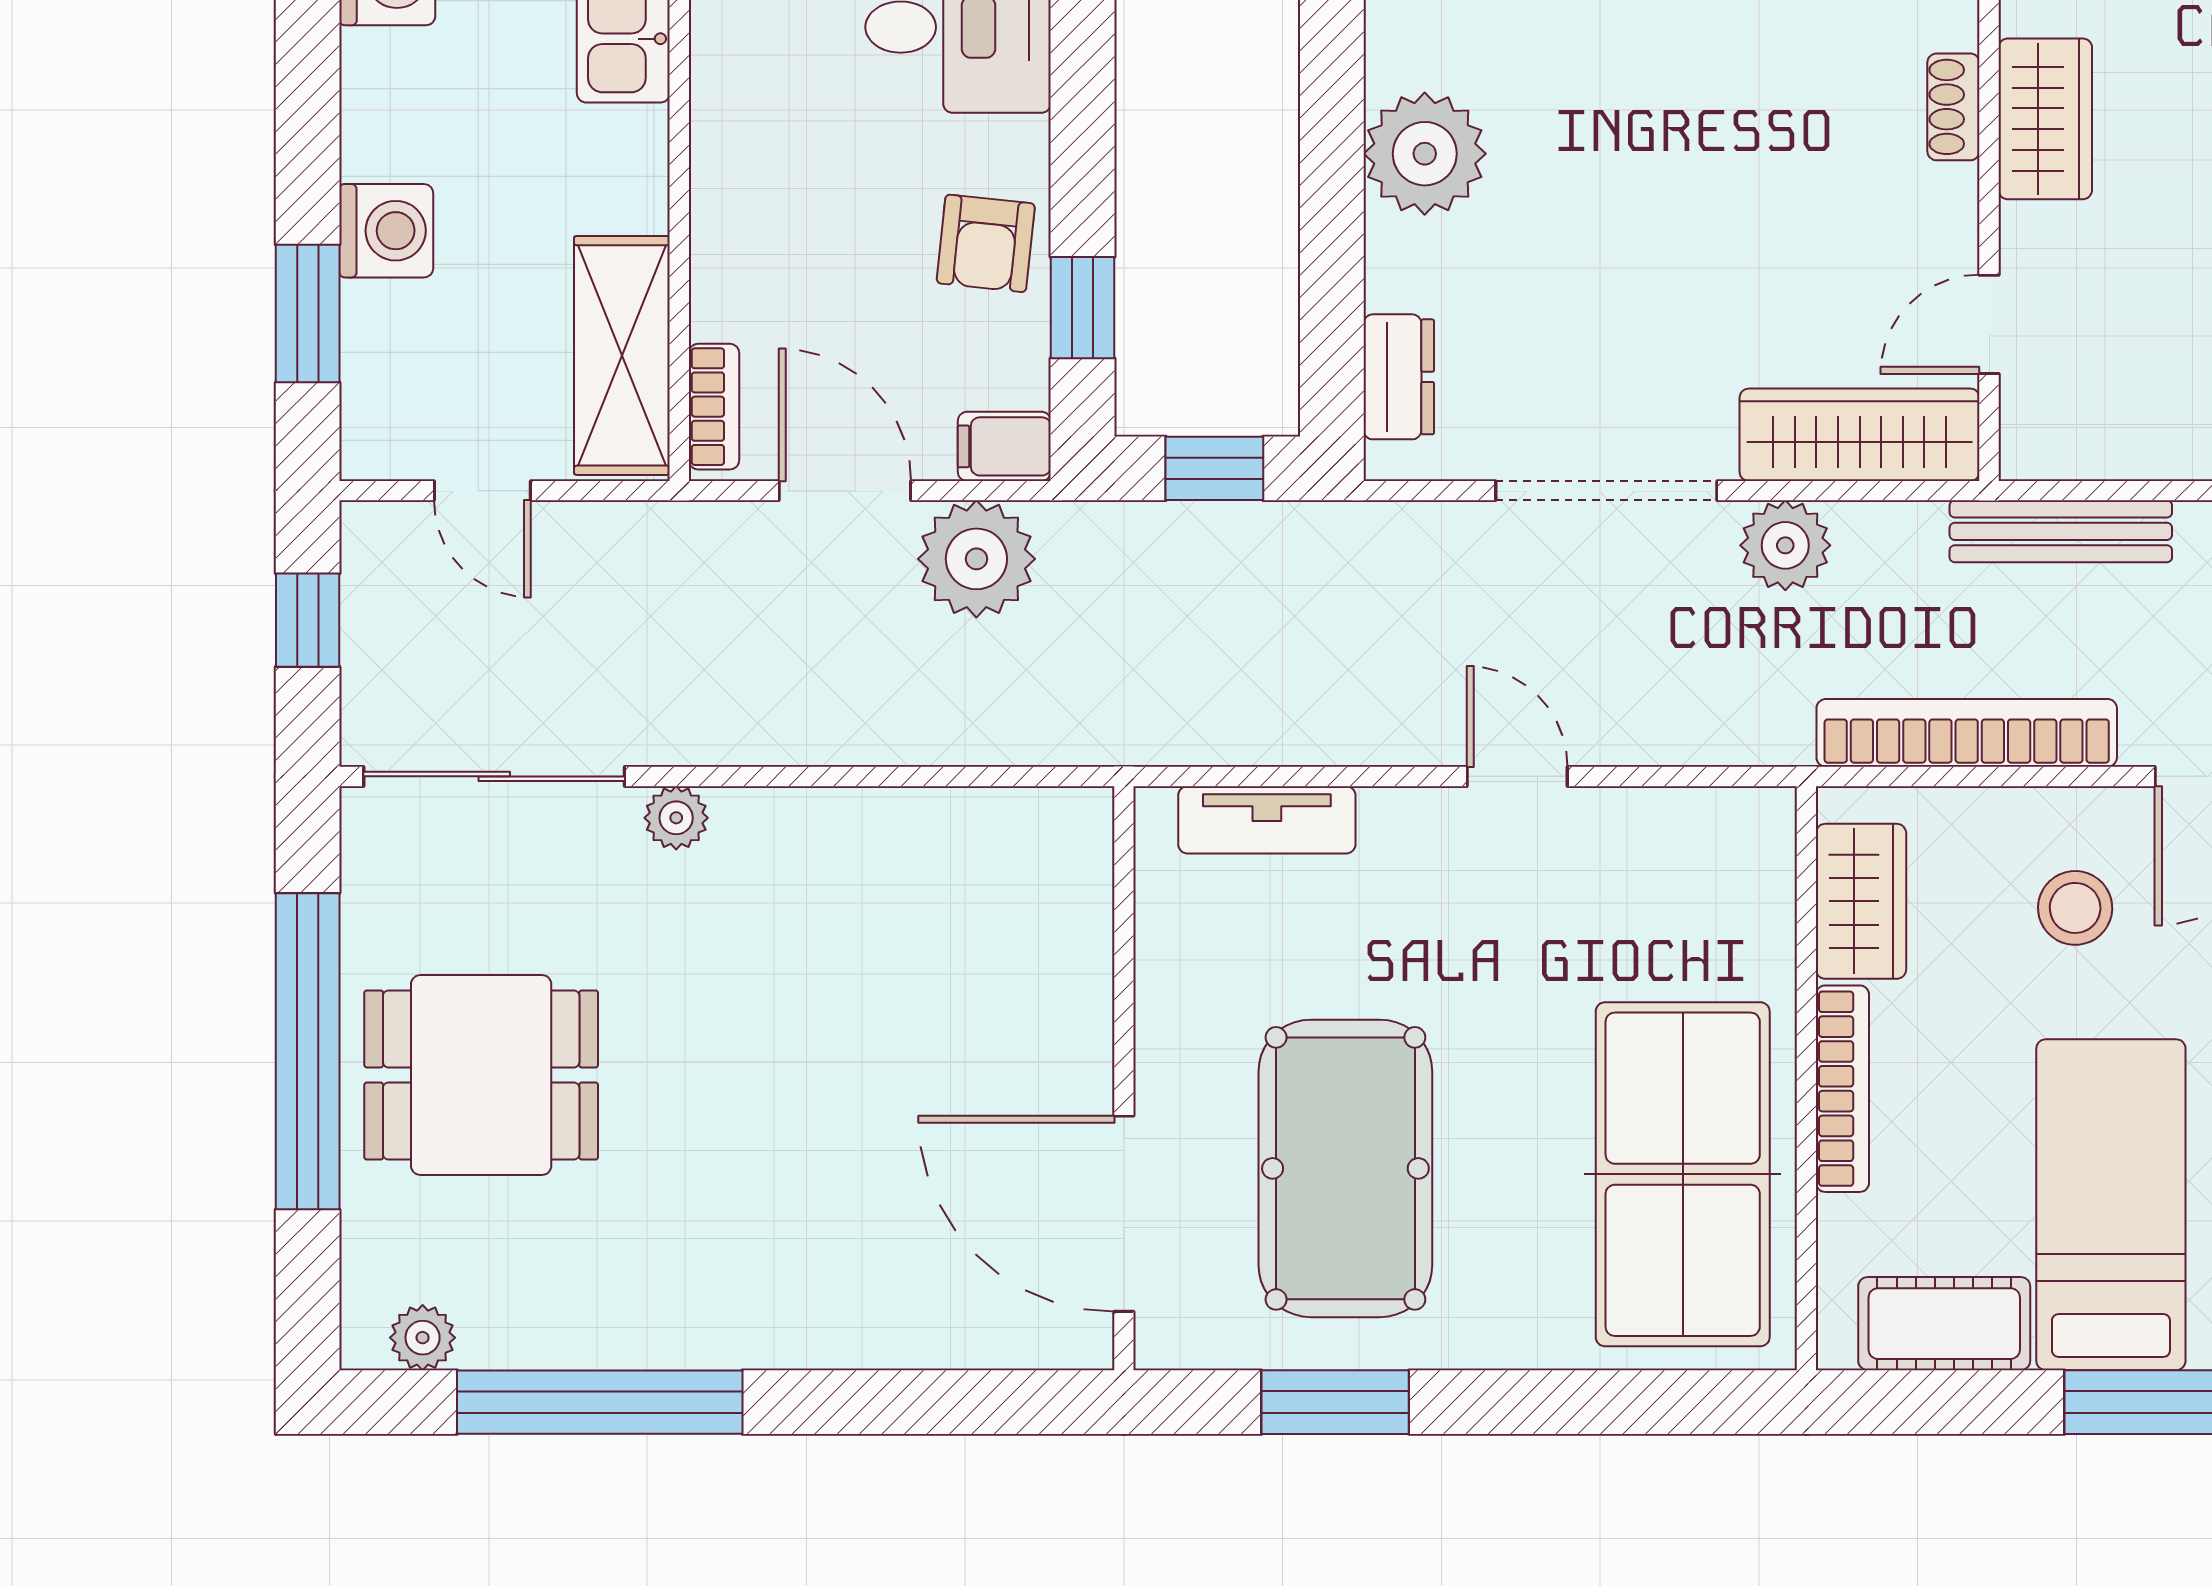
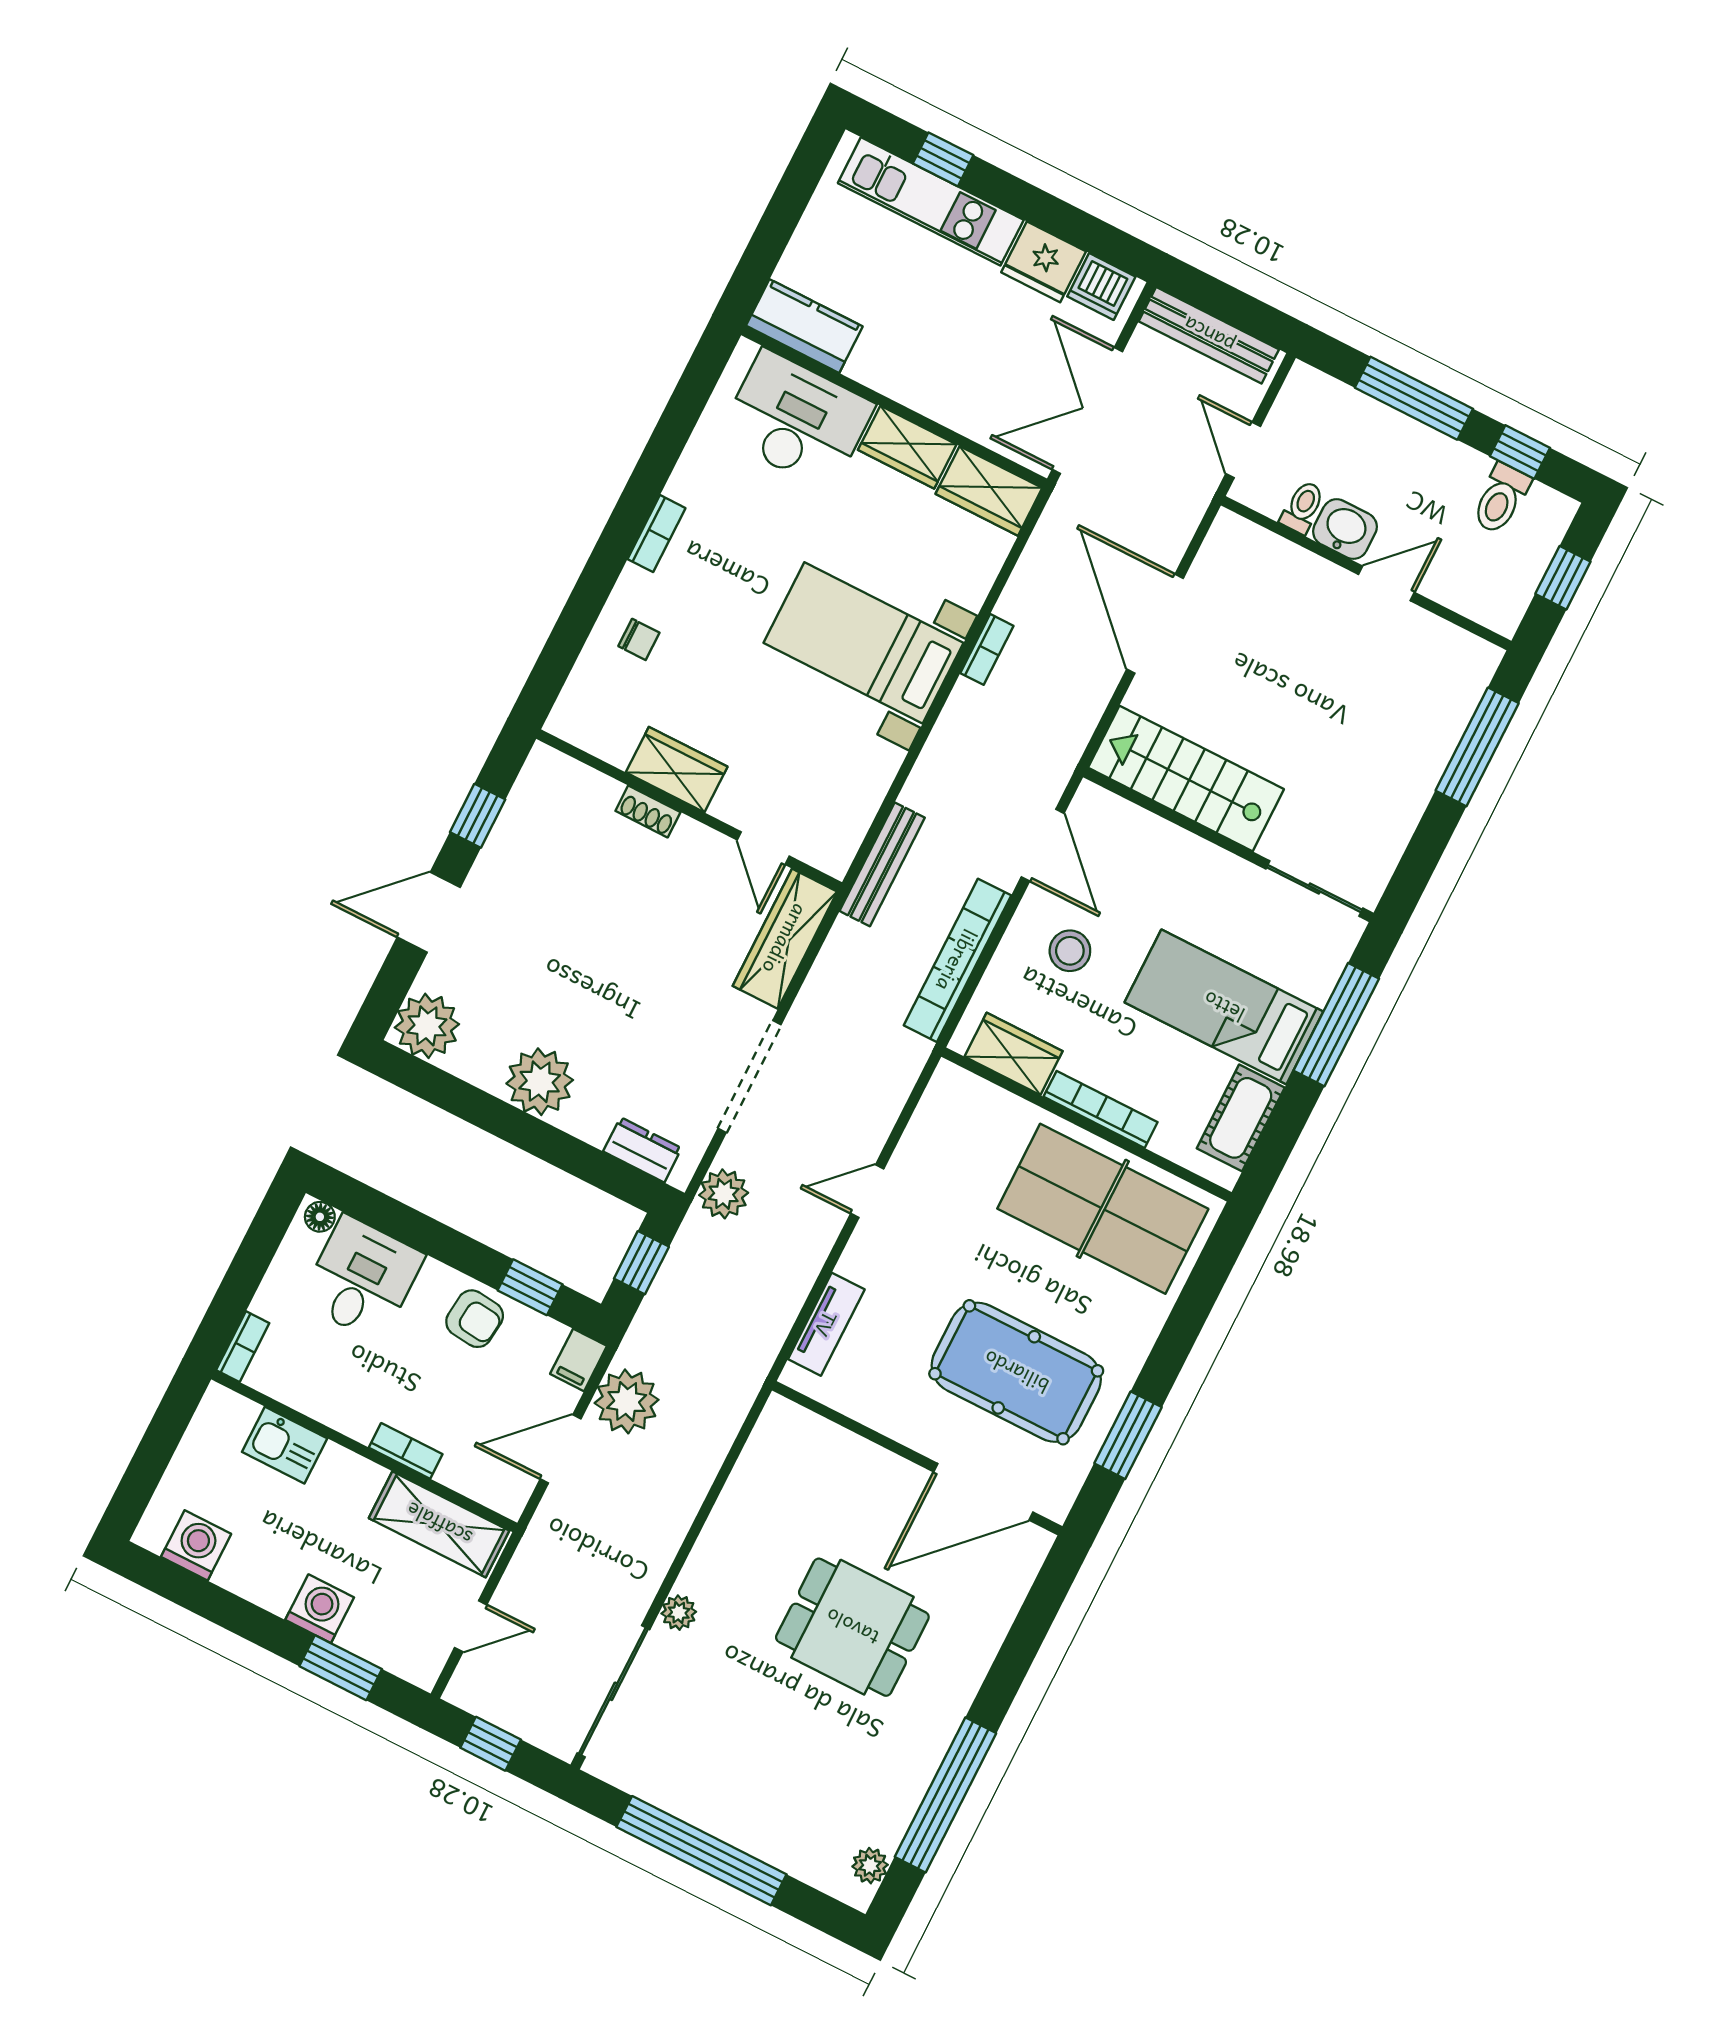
bookcase: (714, 407) -> (406, 1451), moved
plant: (1785, 545) -> (724, 1194), moved
dining table: (481, 1075) -> (852, 1627), moved, turned 90

